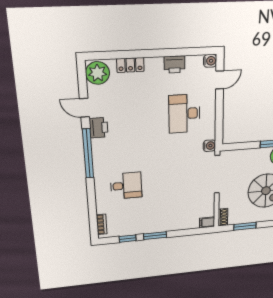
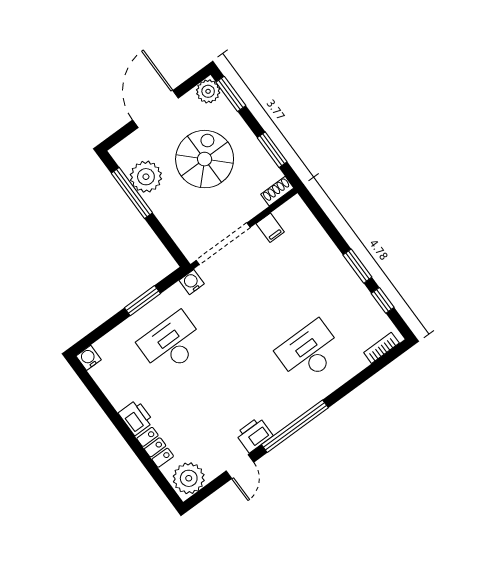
printer: (174, 64) -> (136, 418), moved
door: (220, 80) -> (103, 330), removed
window: (219, 113) -> (142, 301), added
desk: (184, 114) -> (171, 343), turned 180
desk: (126, 186) -> (309, 352), width x1.37
filing cabinet: (207, 222) -> (270, 228), moved

